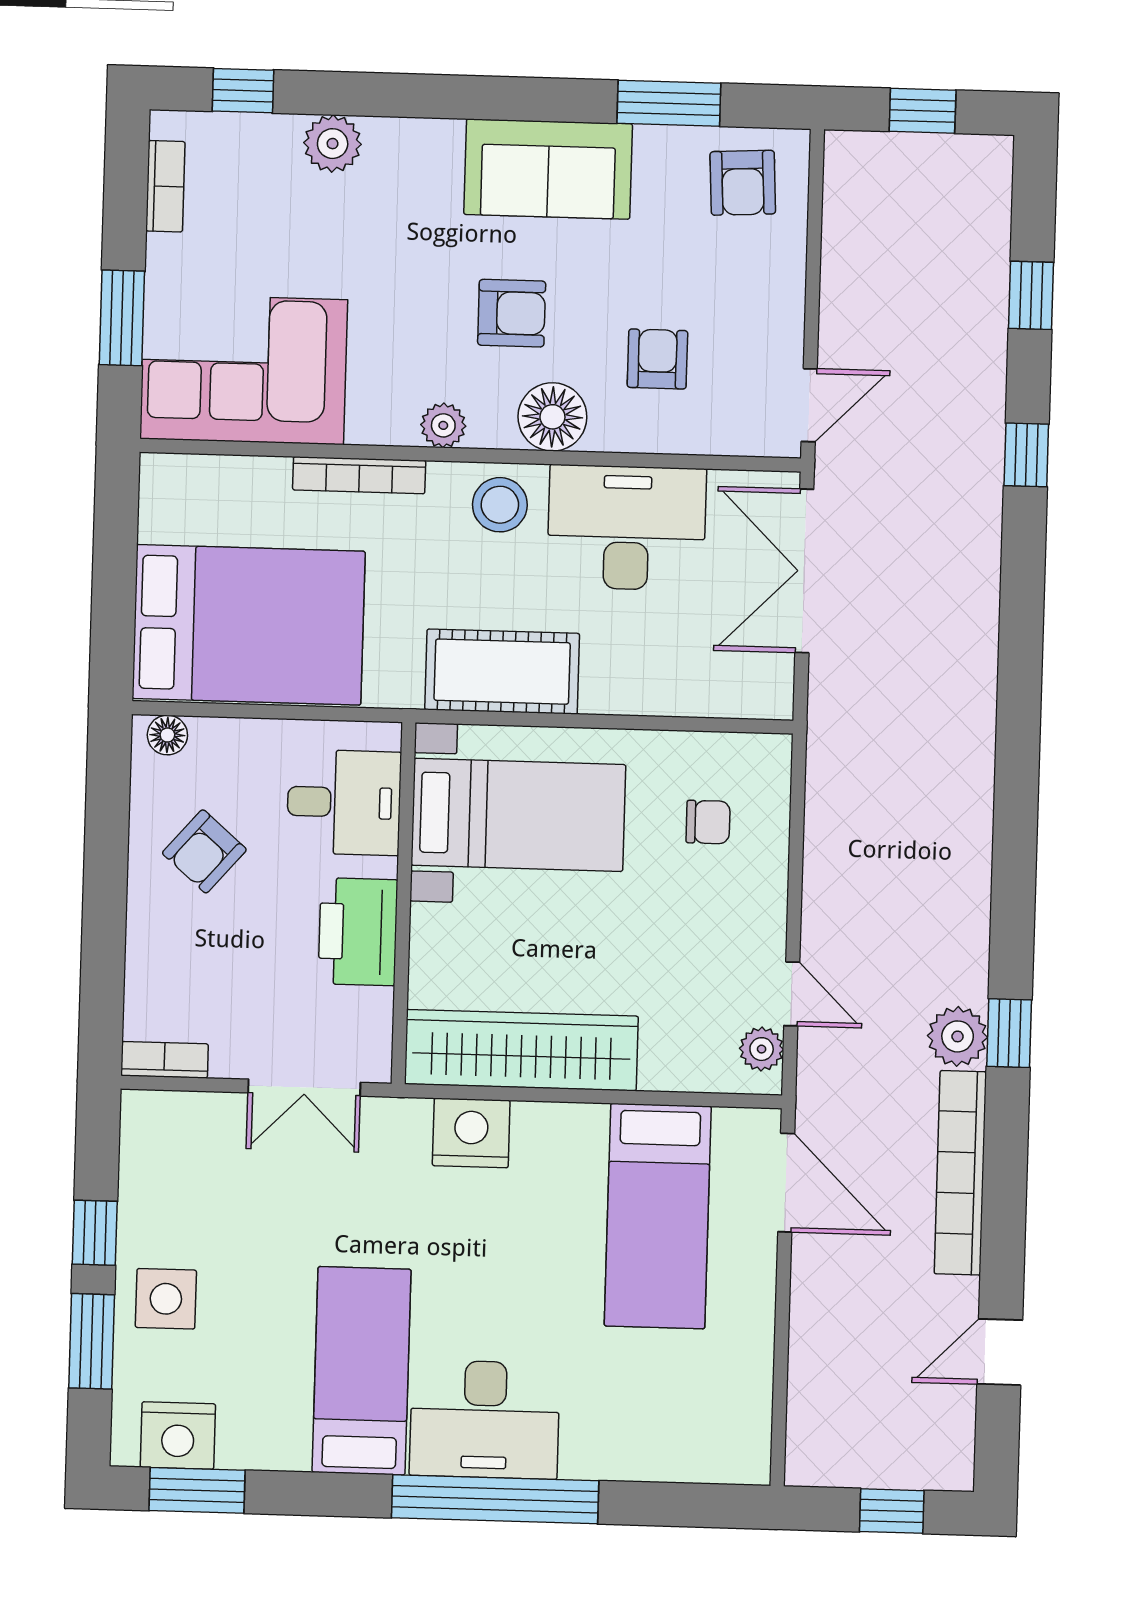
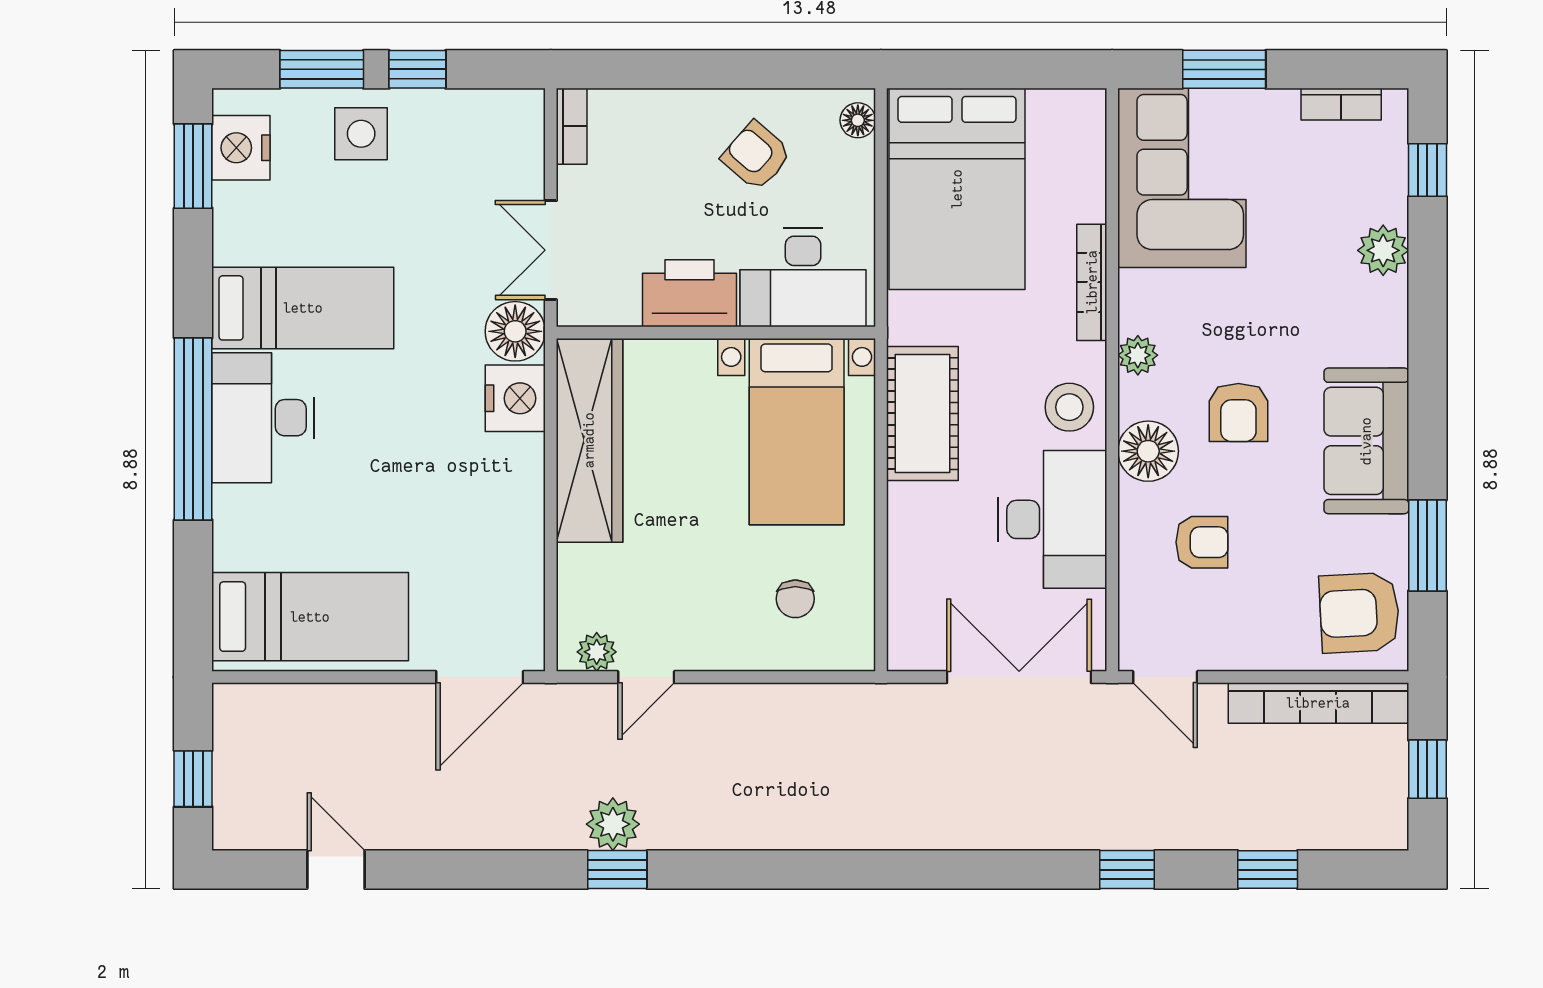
armchair: (743, 183) -> (1359, 613), width x1.38, depth x1.38
desk: (344, 802) -> (803, 278), width x1.37
floor lamp: (395, 1131) -> (515, 331), added
bookcase: (960, 1173) -> (1318, 703), moved, turned 180
bed: (658, 1216) -> (310, 617), moved, turned 180

